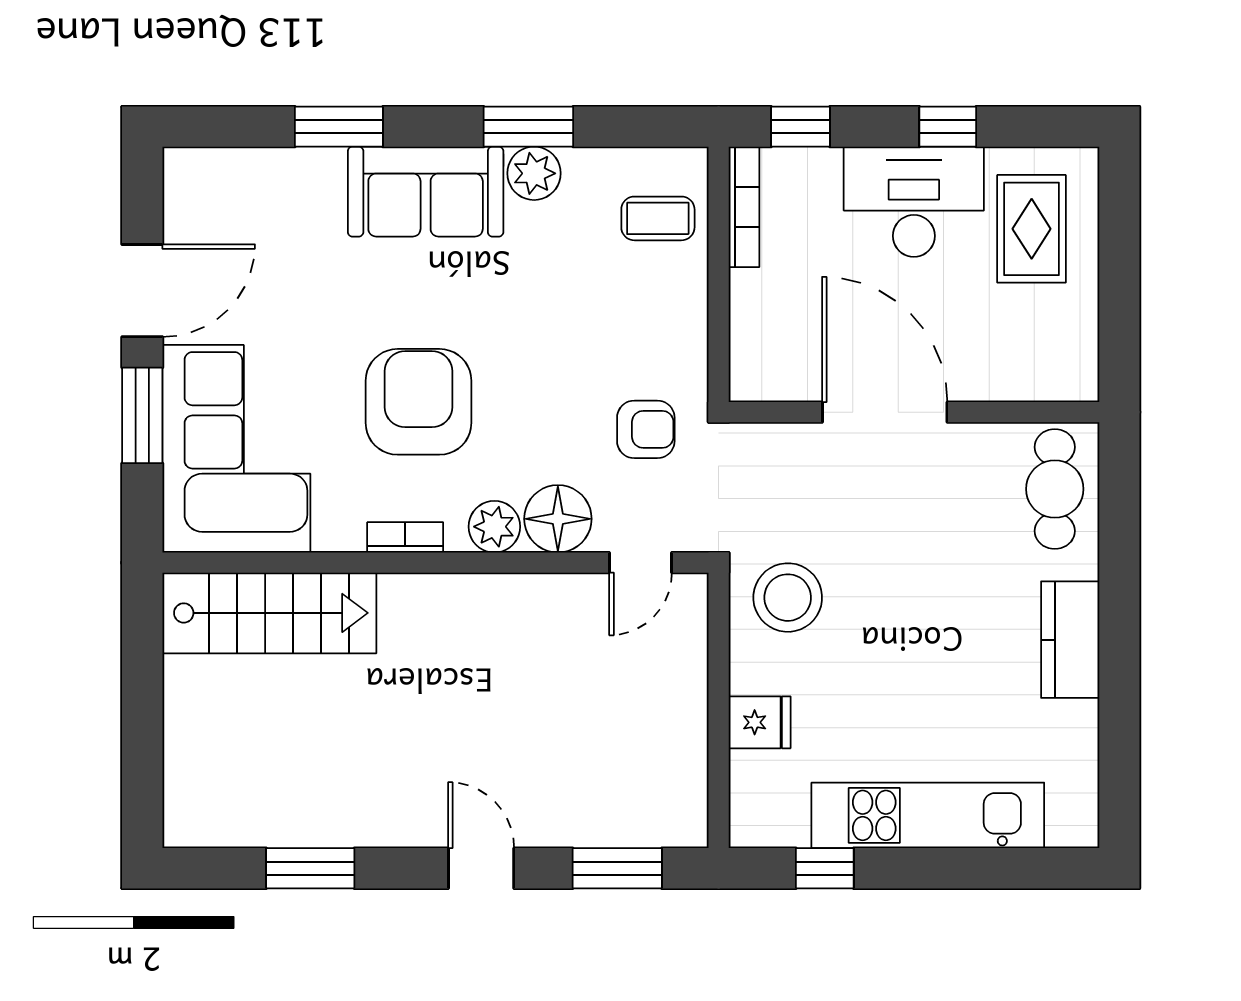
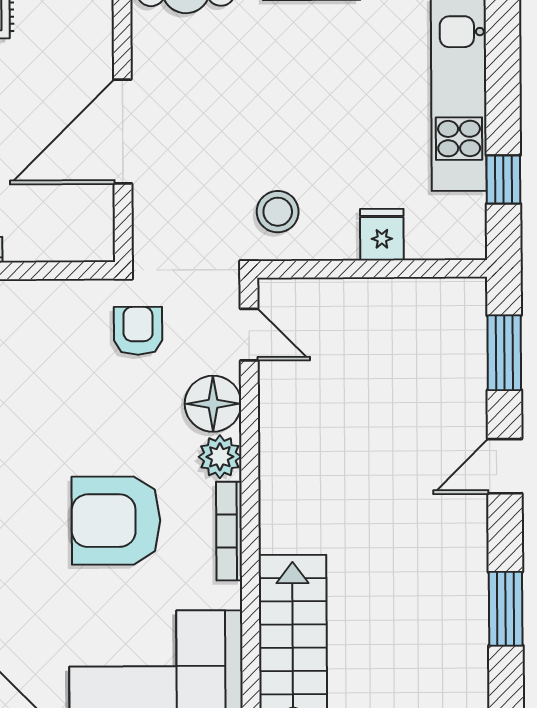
bookcase: (405, 537) -> (229, 531), width x1.56
stool: (788, 598) -> (278, 212), width x0.73, depth x0.73

